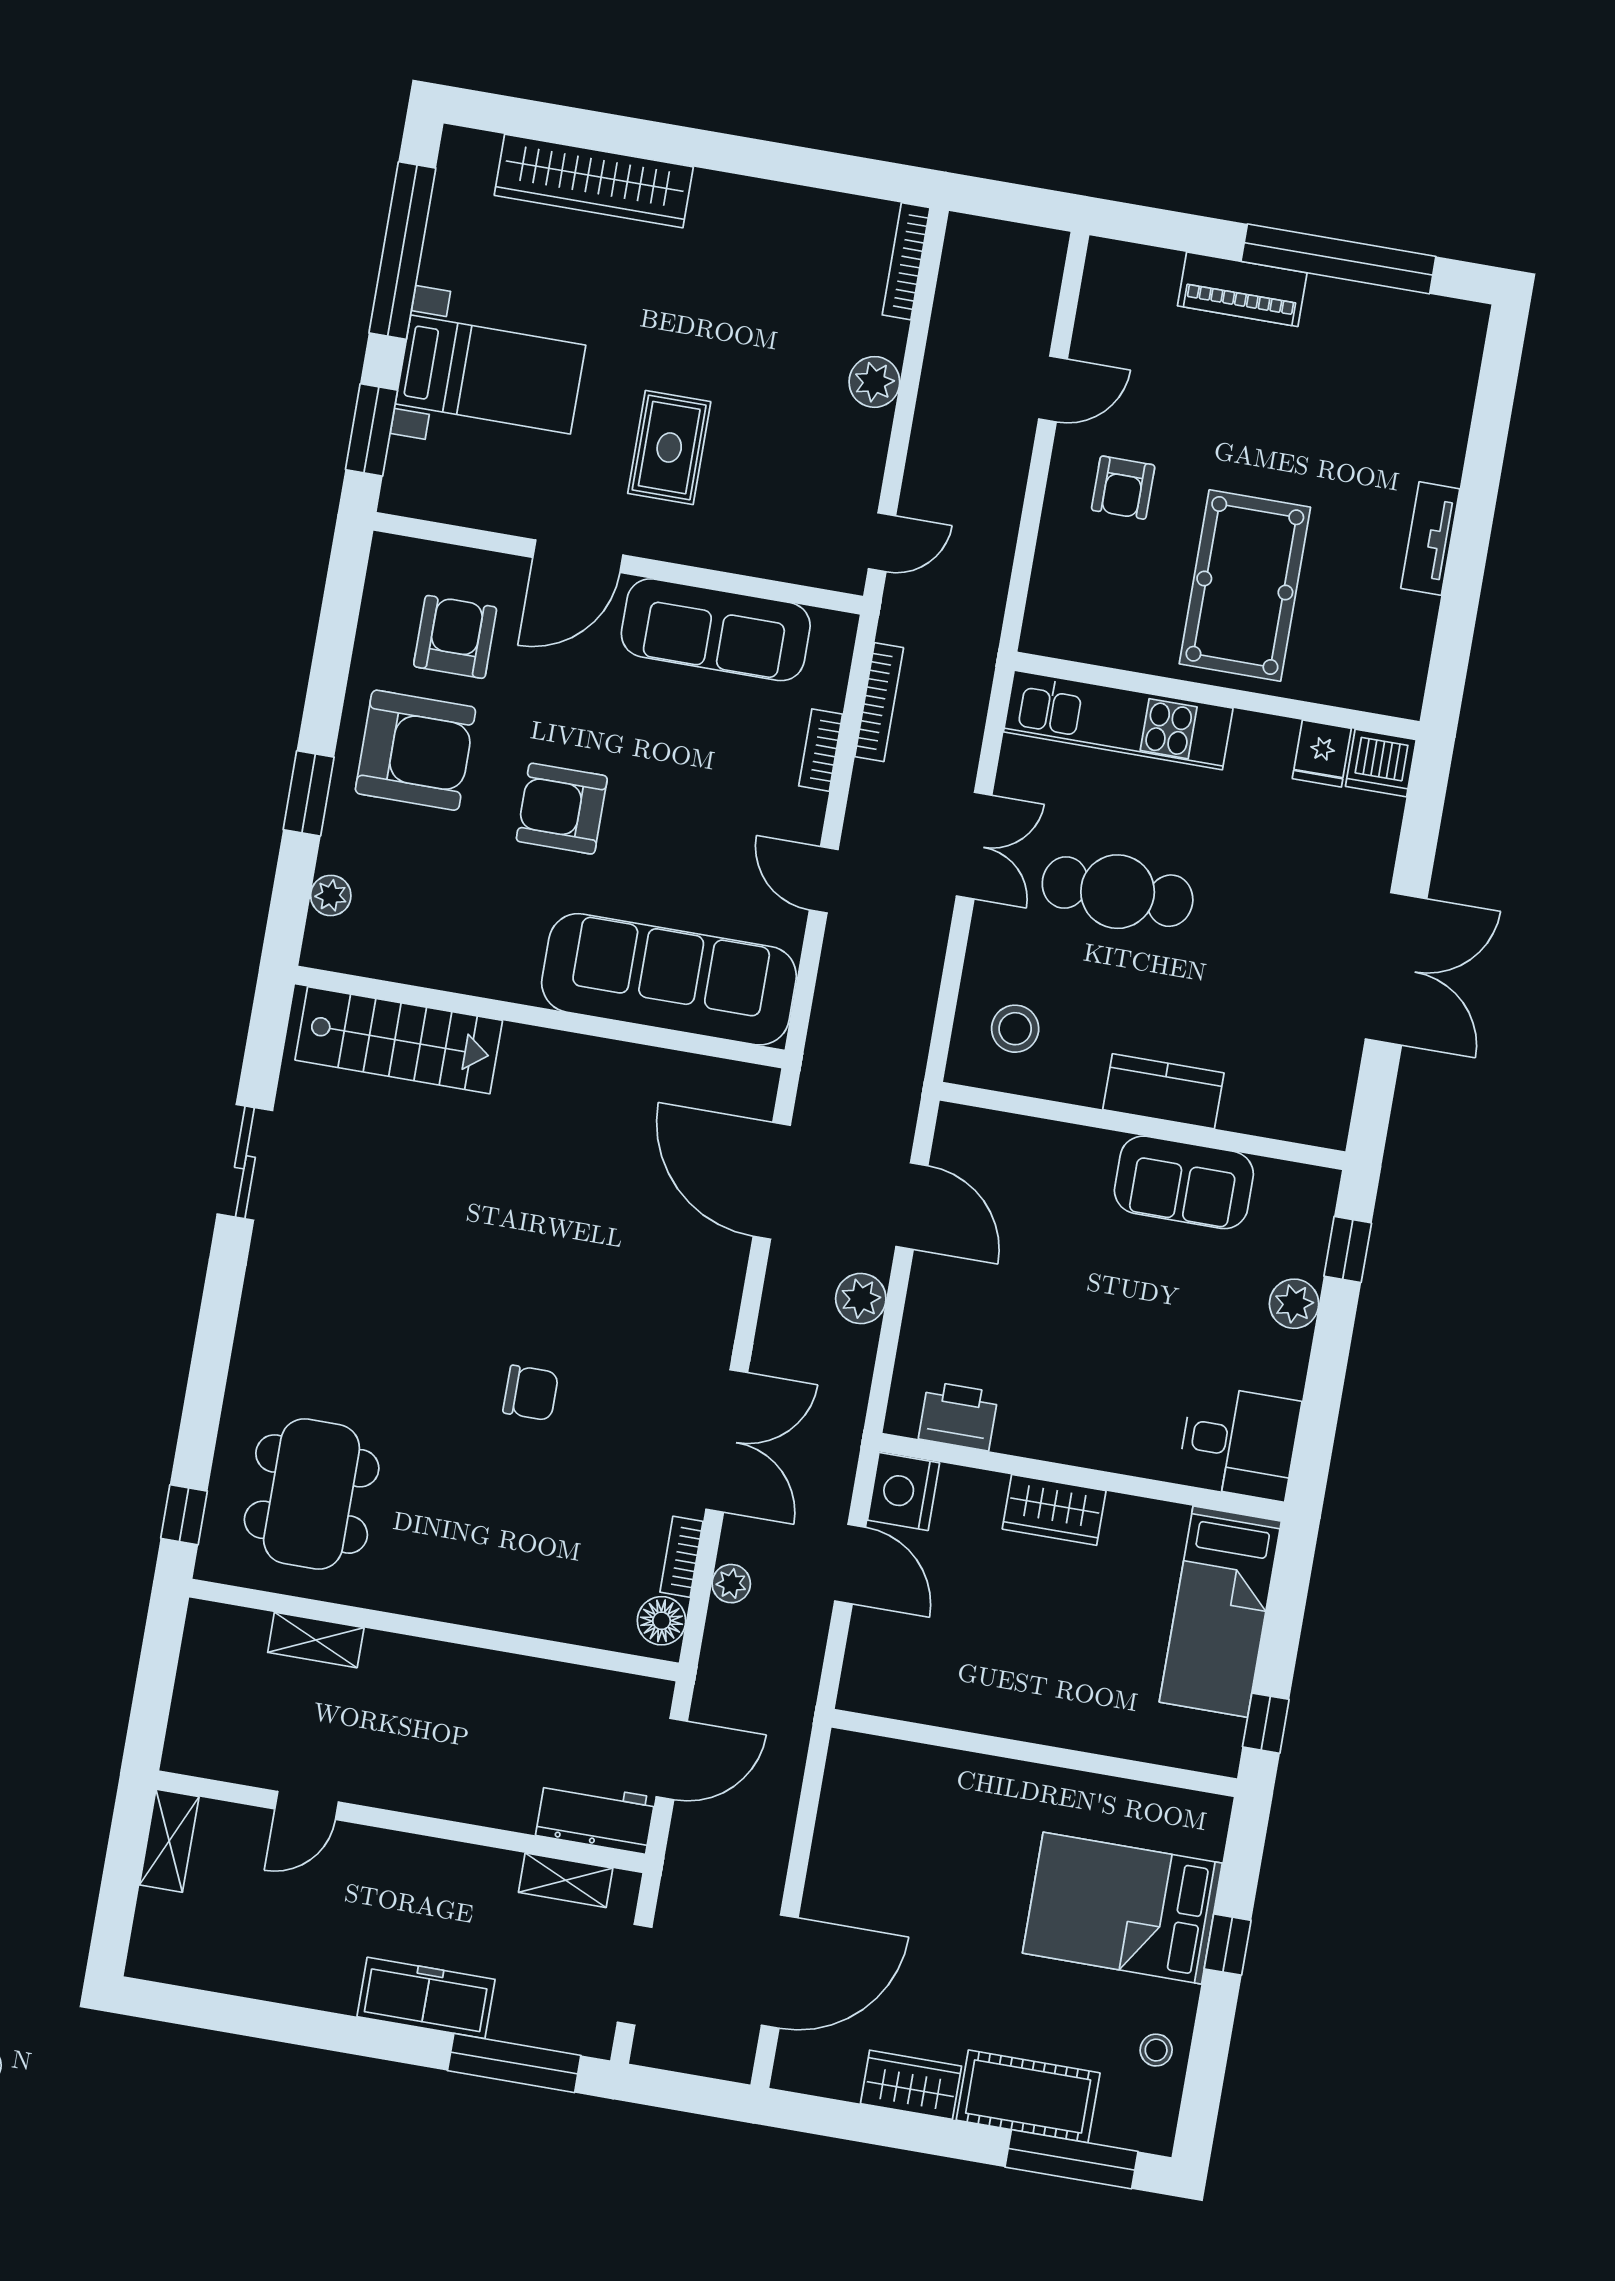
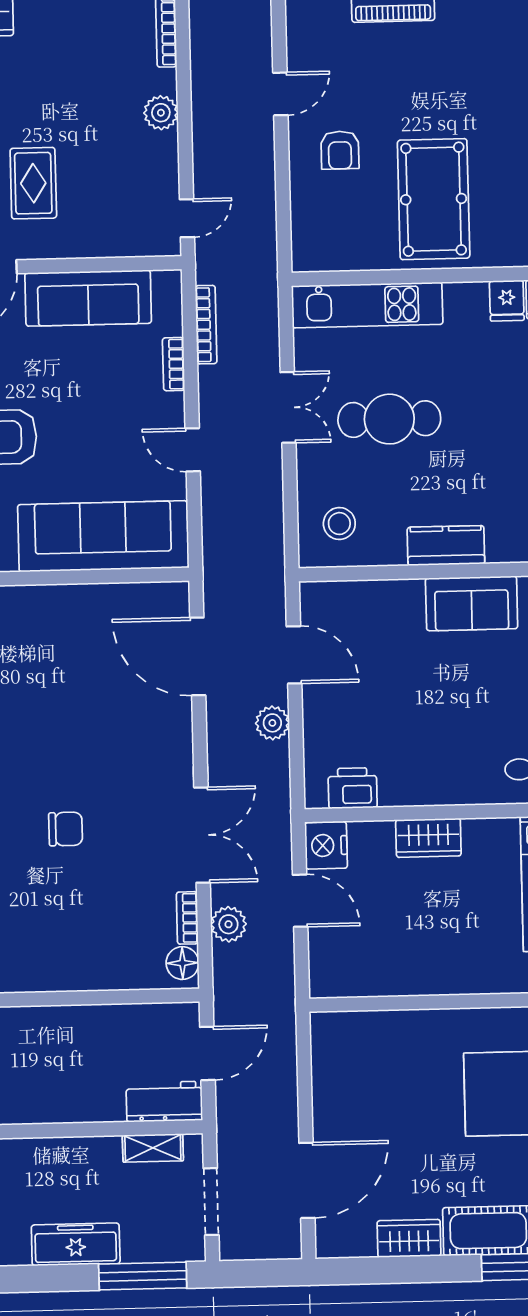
plant: (731, 1584) -> (228, 924), width x1.38, depth x1.38

